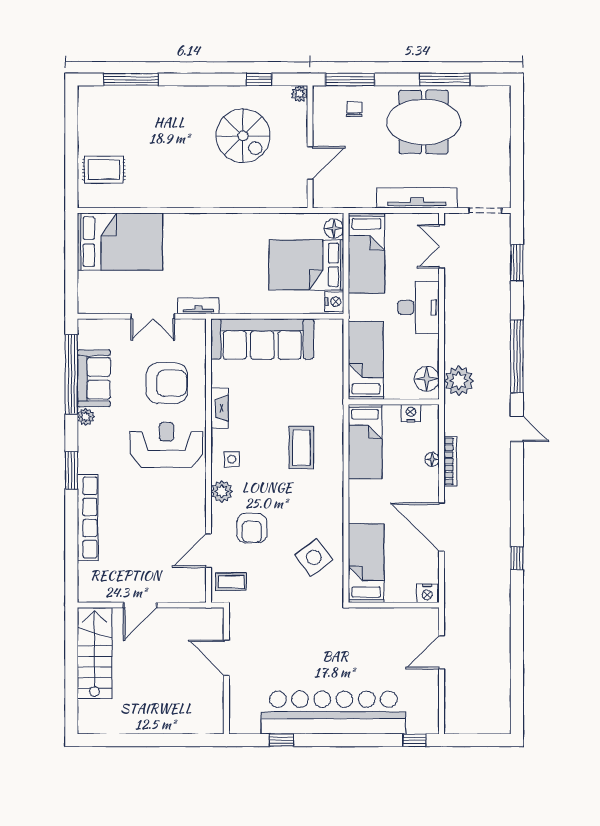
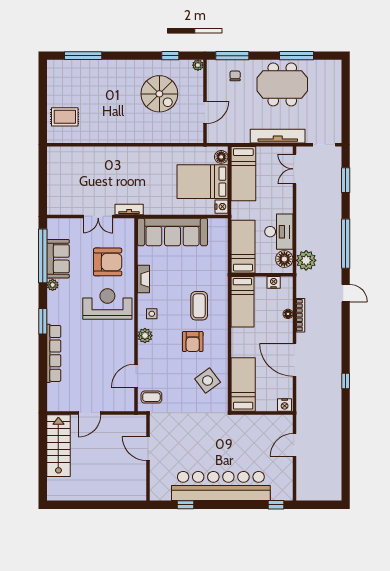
bed: (120, 242) -> (76, 166), removed
desk: (419, 307) -> (279, 232), moved
armchair: (252, 528) -> (193, 342), moved

